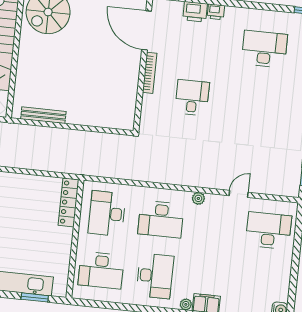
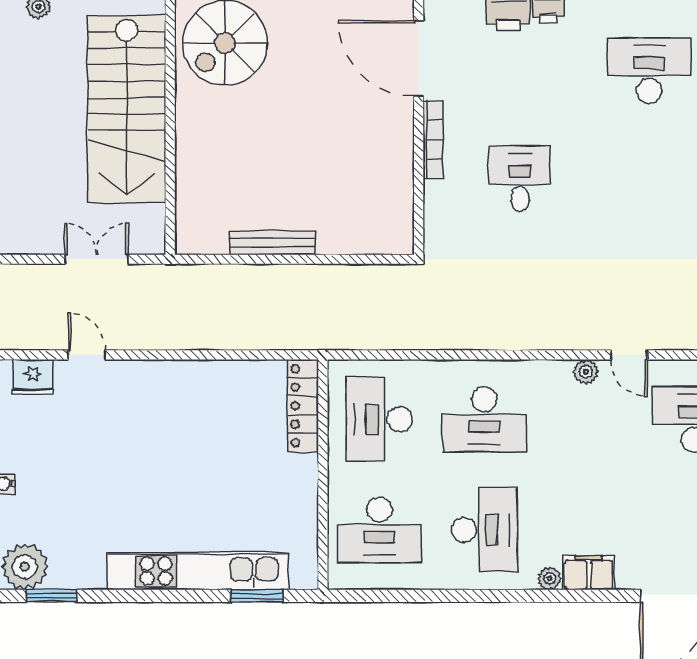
bench: (43, 115) -> (272, 243), moved
door: (239, 194) -> (629, 355), swing flipped
plant: (198, 198) -> (586, 372), moved

